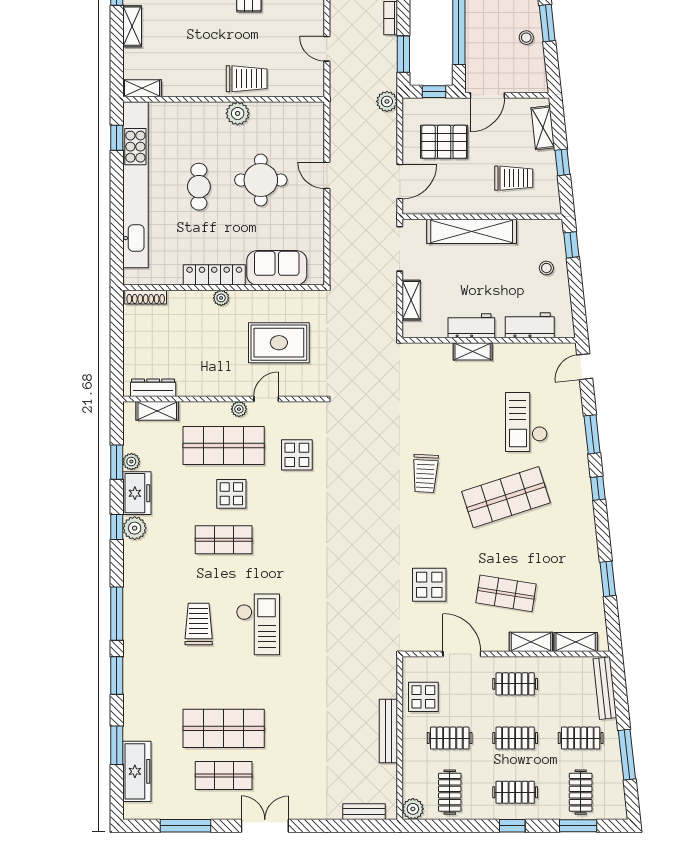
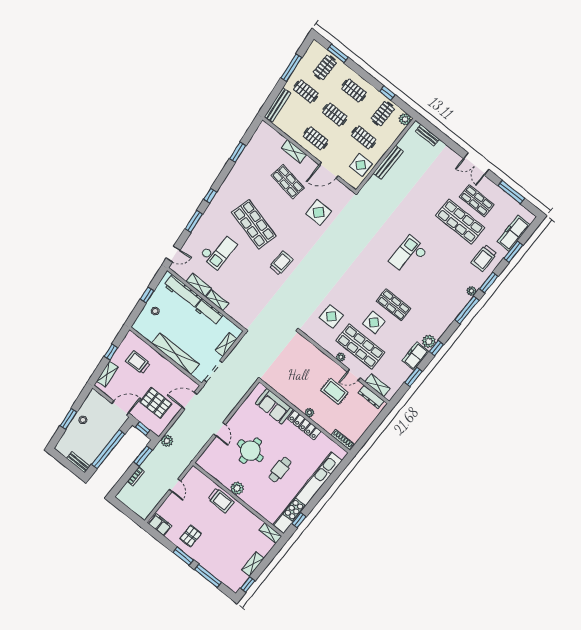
trolley: (247, 79) -> (221, 500), turned 180
window: (571, 245) -> (147, 295), moved
workbench: (530, 325) -> (183, 292), width x1.38
rug: (279, 343) -> (334, 391), moved, width x0.73, depth x0.70
door: (266, 399) -> (354, 375), moved
plant: (131, 462) -> (471, 291), moved
shop shelf: (506, 497) -> (254, 224), turned 33
trolley: (199, 624) -> (484, 258), moved
shelving: (576, 642) -> (199, 285), moved
door: (462, 654) -> (329, 170), hinge flipped
window: (512, 826) -> (387, 93), moved

